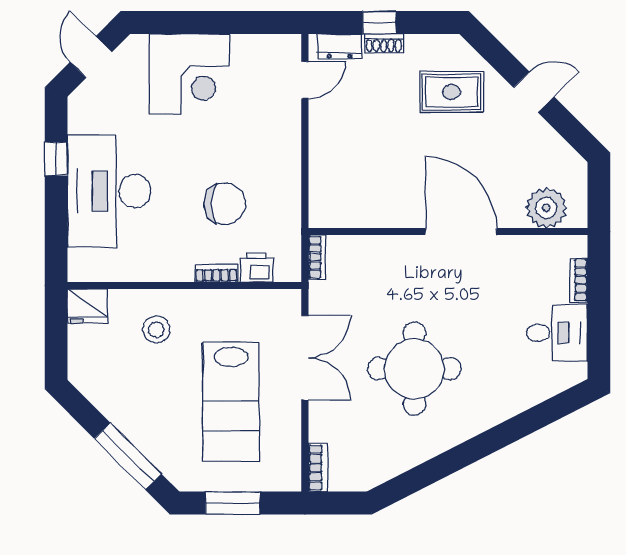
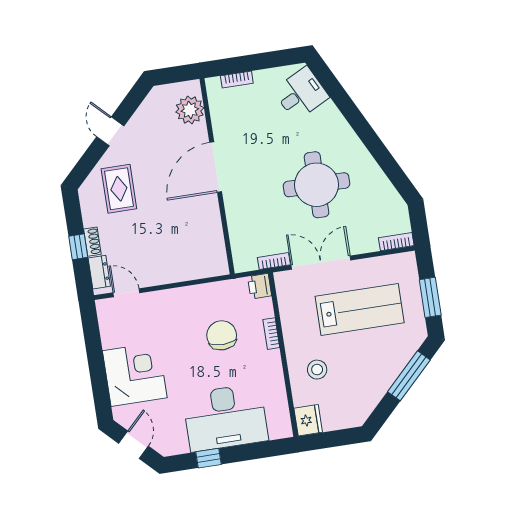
door: (91, 57) -> (134, 445), swing flipped
bookcase: (317, 257) -> (274, 261), moved
printer: (257, 267) -> (260, 286), moved
desk: (557, 333) -> (301, 94), moved, turned 63

